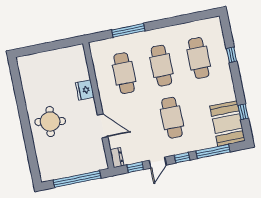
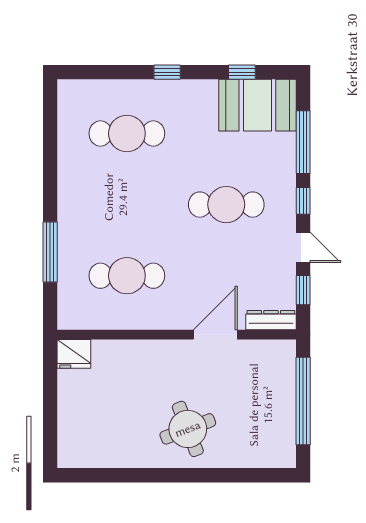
window: (232, 55) -> (167, 72), moved
cafe table: (161, 66) -> (127, 205), removed
fridge: (85, 90) -> (74, 354), moved
round table: (50, 122) -> (188, 429), turned -30
dresser: (117, 158) -> (271, 320), width x1.44

